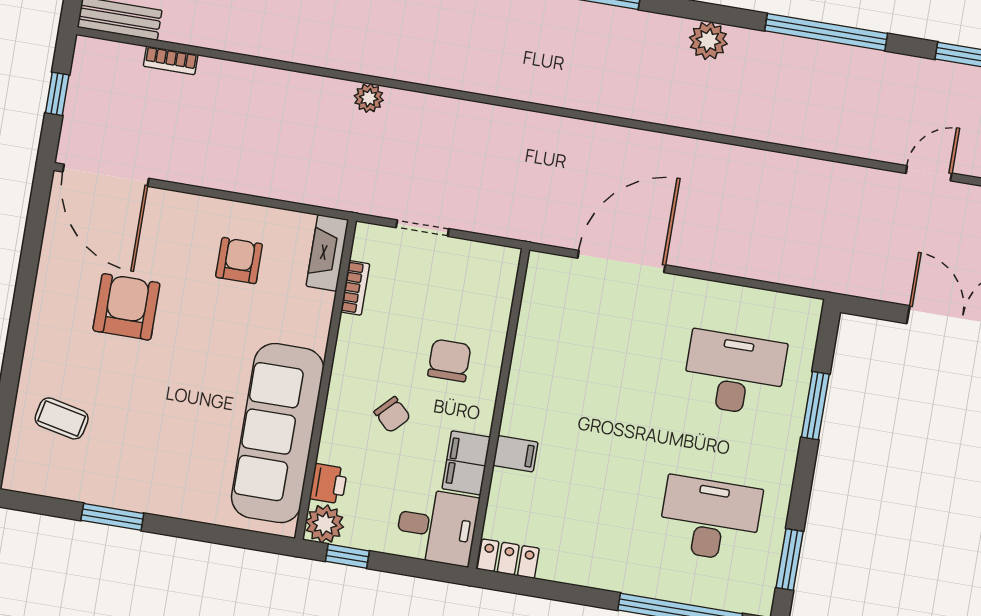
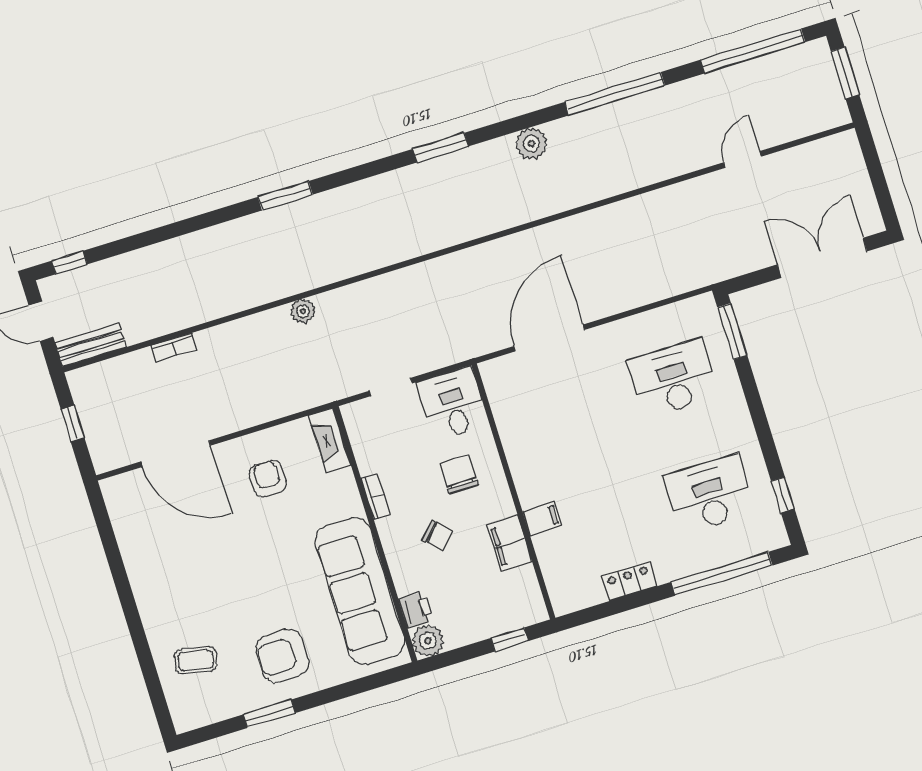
bookcase: (171, 60) -> (174, 347), moved
door: (106, 175) -> (176, 454), moved
bookcase: (355, 288) -> (376, 496), moved
armchair: (126, 307) -> (282, 656), moved, turned -90
window: (815, 406) -> (732, 331), moved
desk: (437, 527) -> (453, 404), moved, turned -90
window: (347, 556) -> (510, 639), moved
locker: (508, 559) -> (630, 582), moved
window: (790, 559) -> (783, 495), width x0.67

